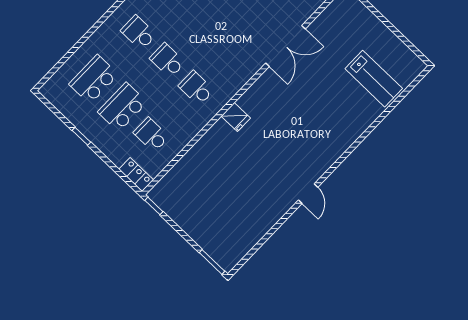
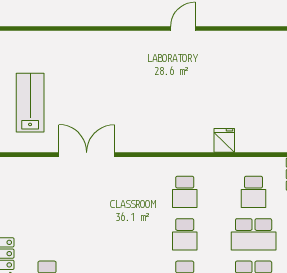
lab bench: (374, 79) -> (30, 103), moved
fridge: (236, 117) -> (224, 140), moved

